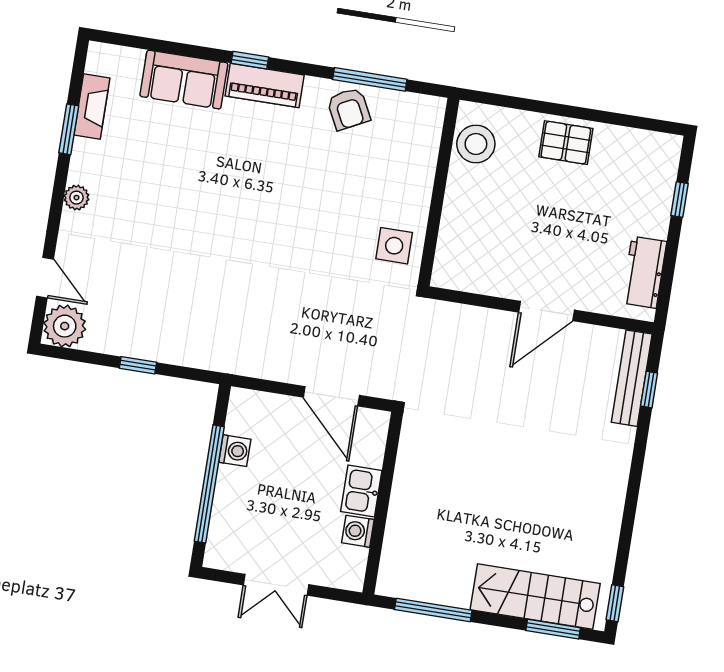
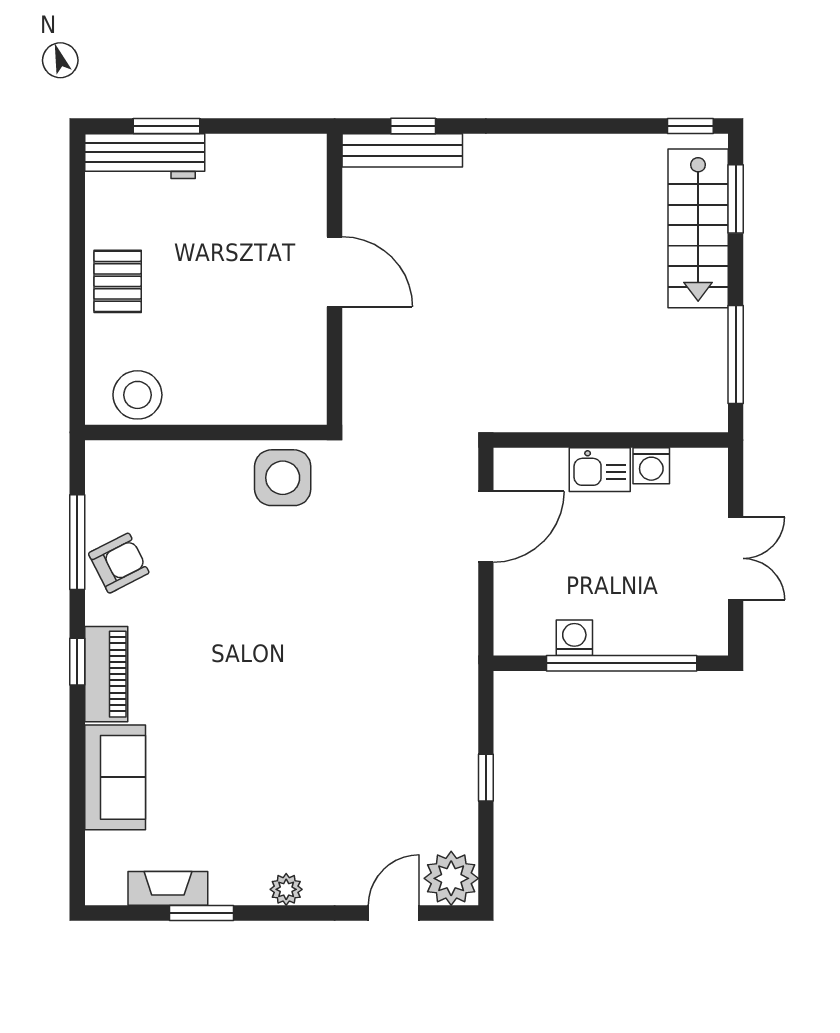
window: (250, 60) -> (77, 662), moved
window: (680, 200) -> (167, 126), width x1.50
side table: (394, 246) -> (283, 478), width x1.37, depth x1.37
workbench: (644, 272) -> (145, 156), moved, width x1.38

